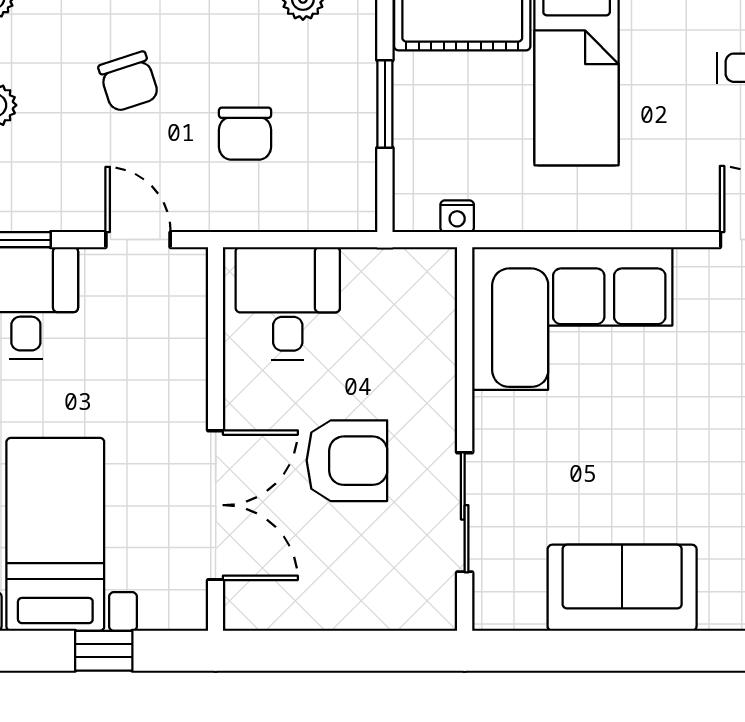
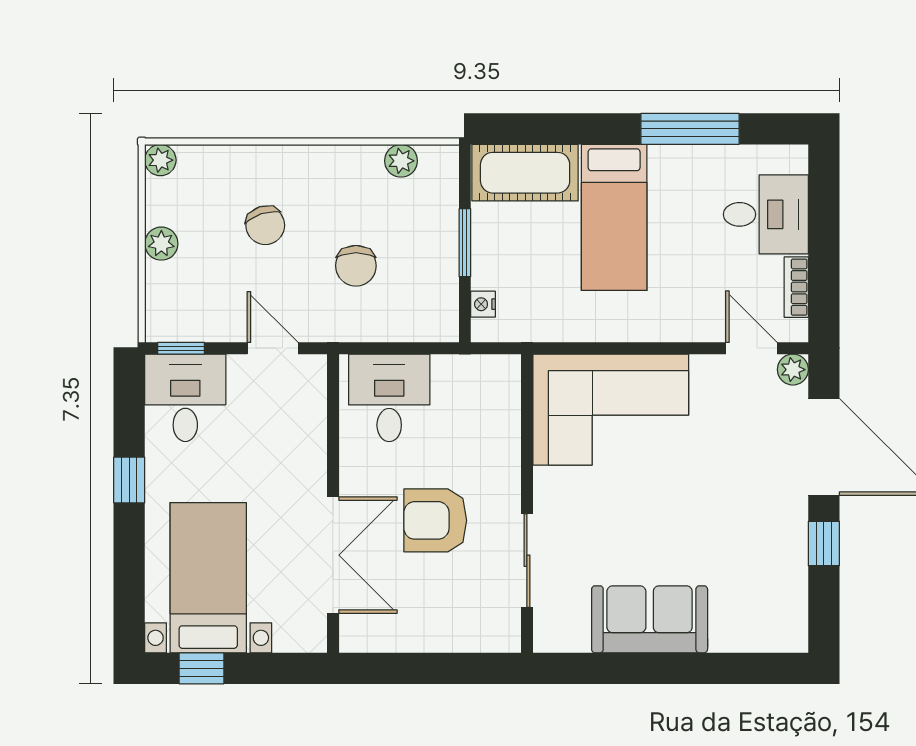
nightstand: (457, 216) -> (483, 304), moved, turned 90
armchair: (347, 461) -> (435, 520), turned 180
window: (104, 651) -> (202, 668), moved

